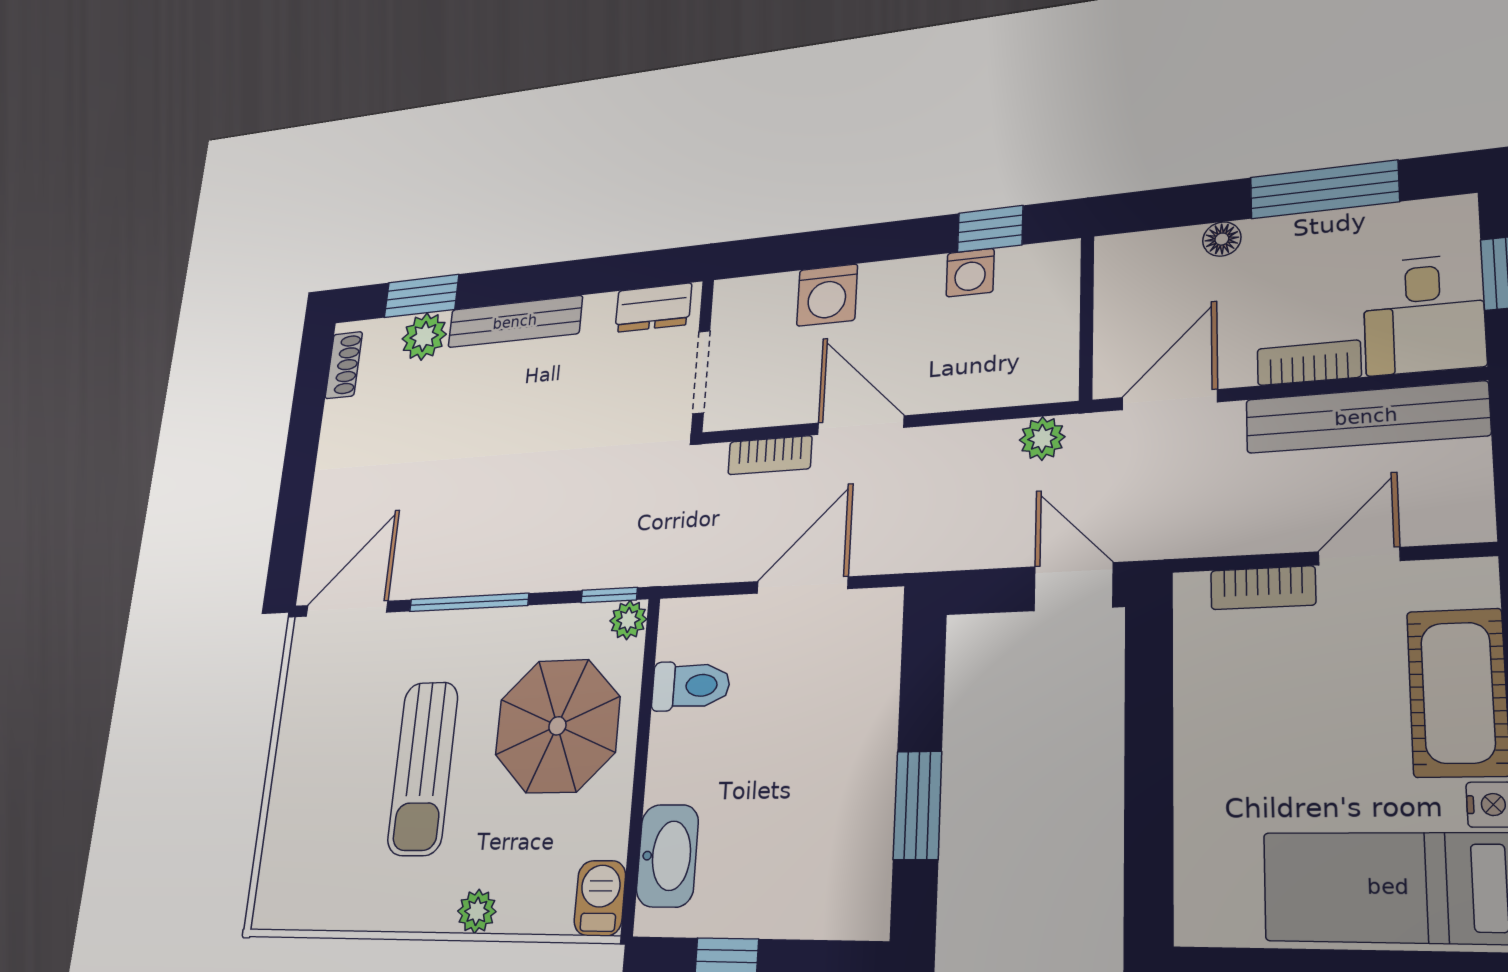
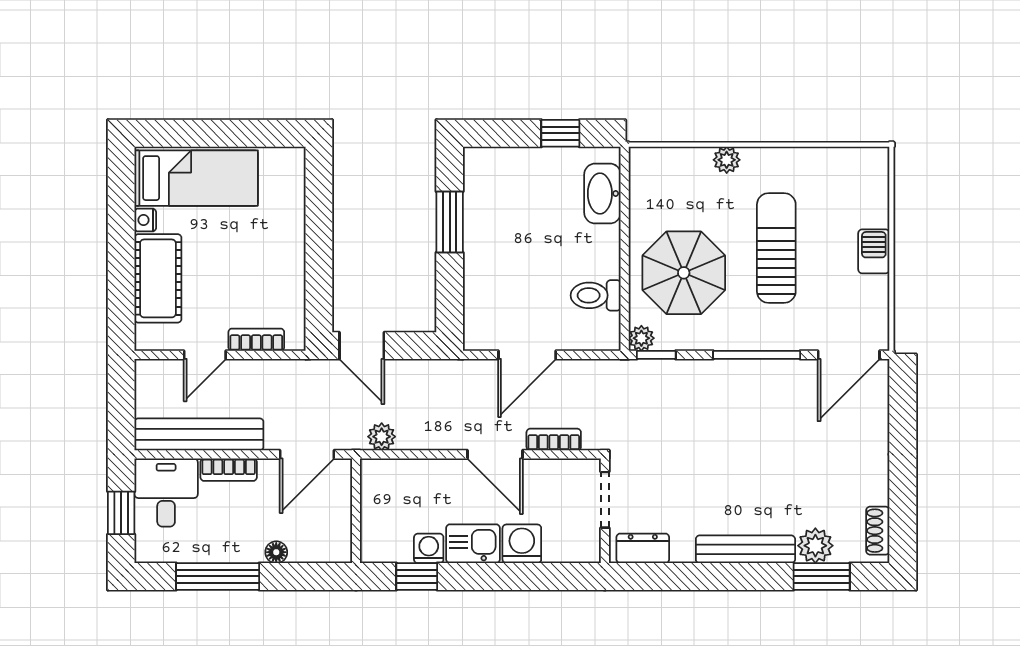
kitchen sink: (901, 287) -> (473, 544), added
barbecue: (600, 898) -> (874, 251), moved, turned 180

